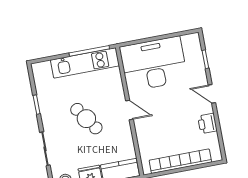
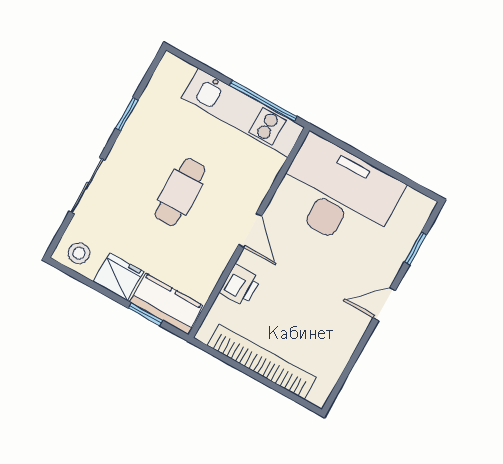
door: (212, 94) -> (384, 304), hinge flipped
cafe table: (86, 119) -> (180, 192), turned 35
printer: (207, 124) -> (240, 285), moved, turned 180

